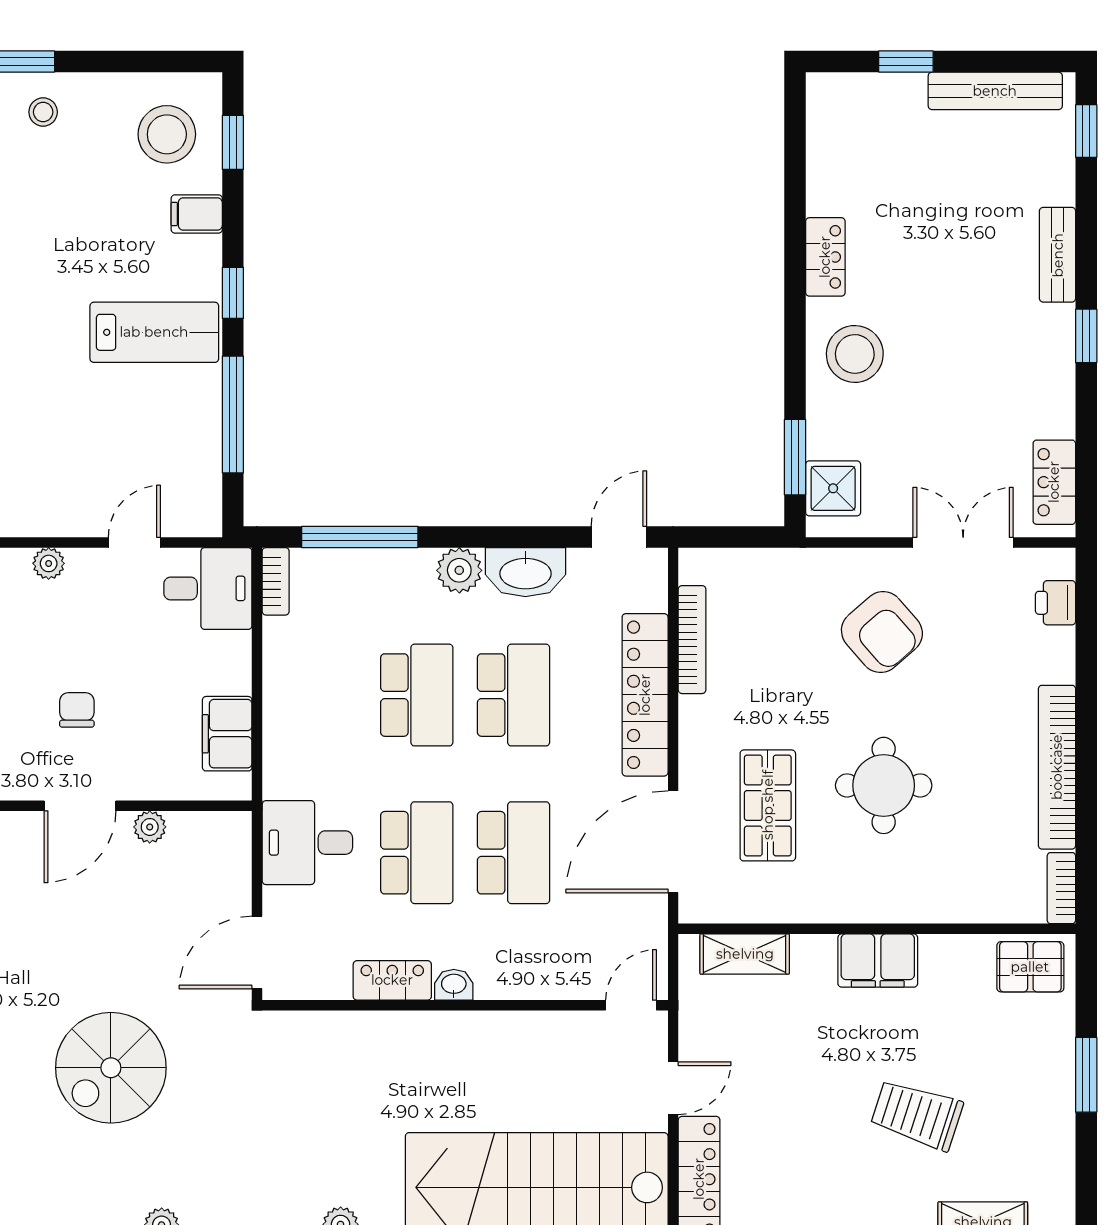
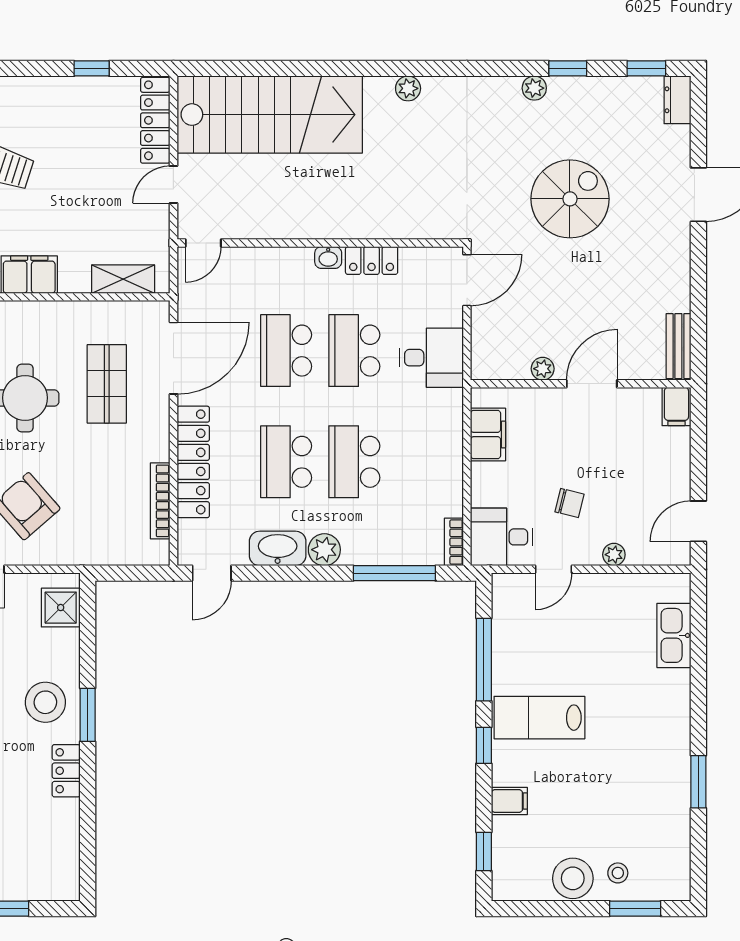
stool: (167, 134) -> (573, 878), moved
window: (795, 457) -> (88, 715), moved
chair: (77, 710) -> (570, 503), moved, turned -76

